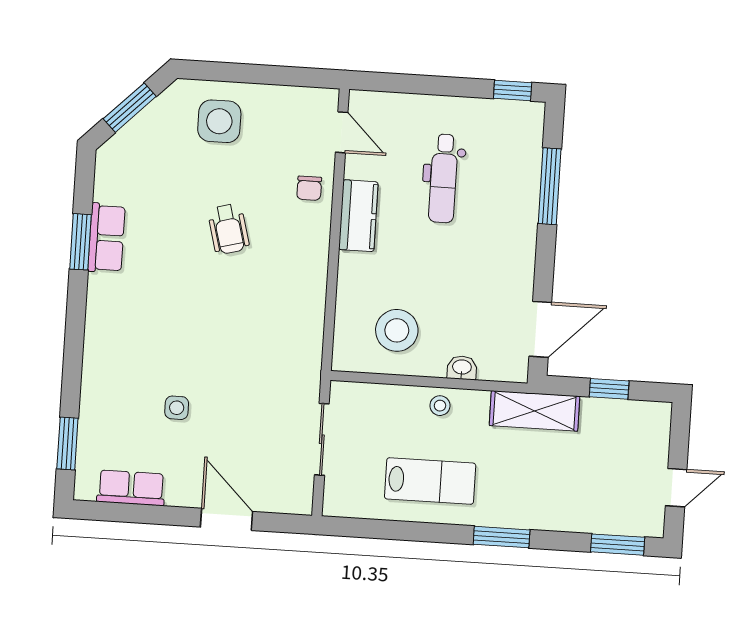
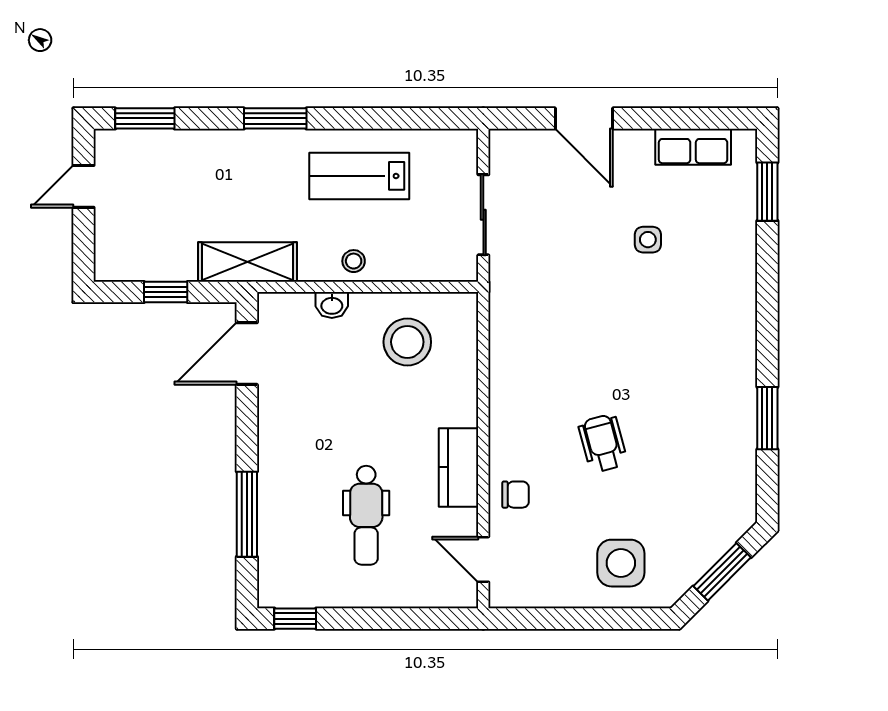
dental chair: (443, 178) -> (366, 515), turned 180
chair: (309, 188) -> (516, 495), turned 90
row of seats: (106, 238) -> (739, 424), removed

